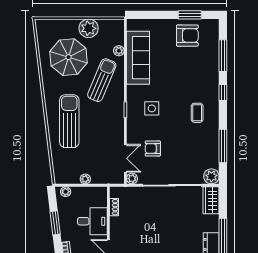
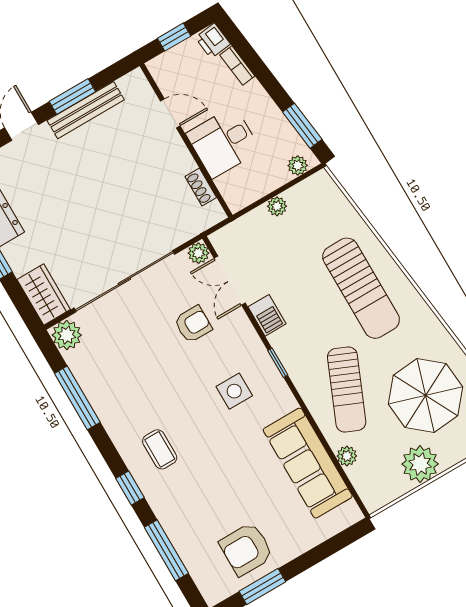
coffee table: (197, 113) -> (160, 449), moved
barbecue: (118, 133) -> (267, 315), added
window: (55, 223) -> (302, 126), moved

